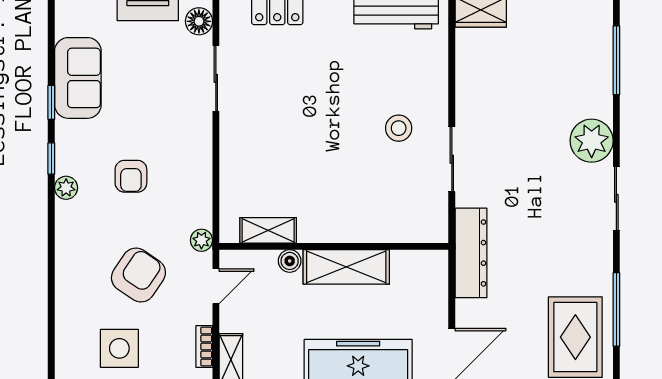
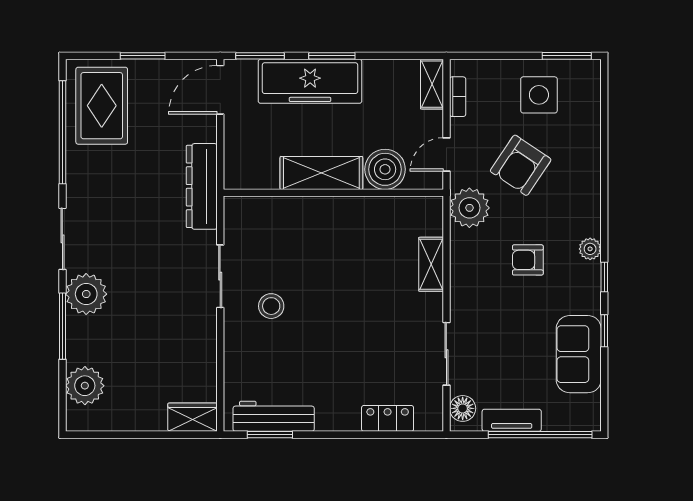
plant: (593, 45) -> (85, 386), added
window: (616, 60) -> (62, 326), moved
armchair: (131, 176) -> (528, 260), turned -90
shelving: (268, 230) -> (431, 264), moved, turned 90
plant: (201, 240) -> (469, 208), width x1.88, depth x1.88
boiler: (290, 261) -> (385, 169), width x1.86, depth x1.86
window: (616, 309) -> (62, 132), width x1.46

